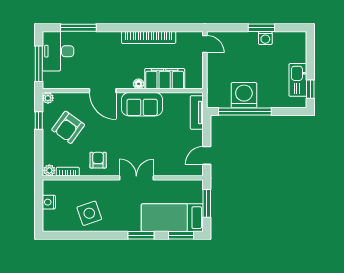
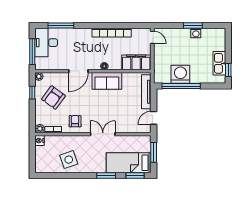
filing cabinet: (165, 79) -> (136, 62), moved
door: (103, 91) -> (78, 71), hinge flipped
tv unit: (197, 113) -> (146, 92), width x1.41
nightstand: (49, 202) -> (39, 140), moved

